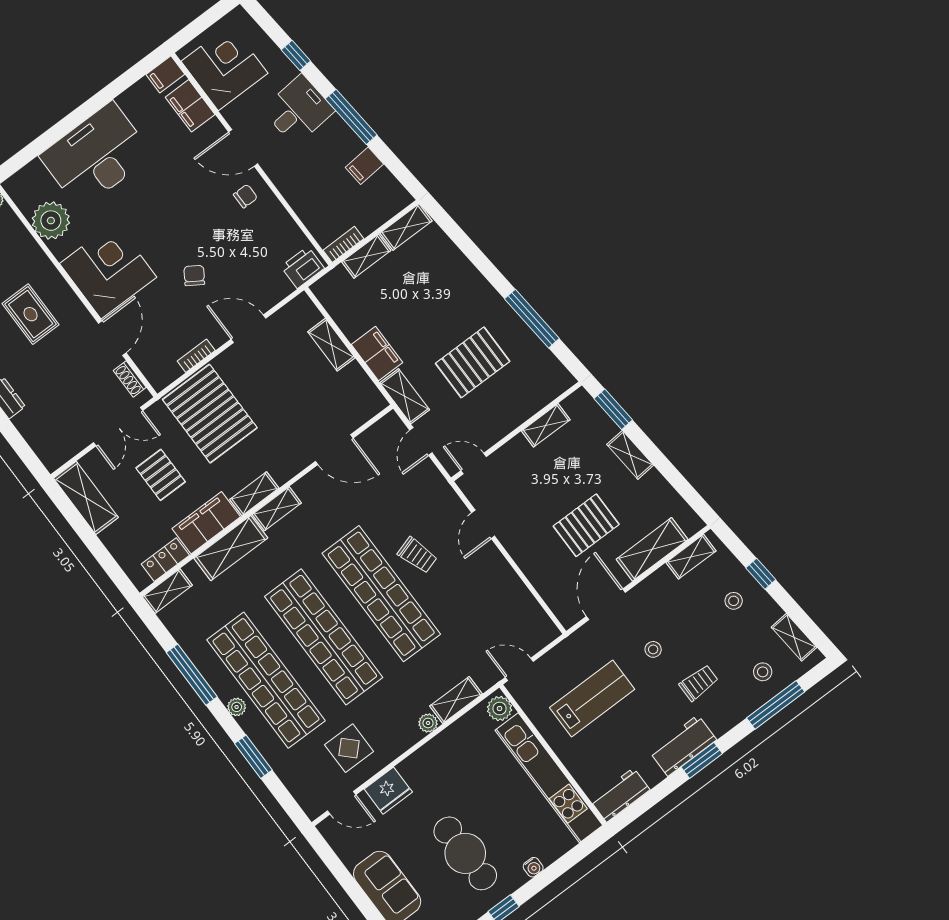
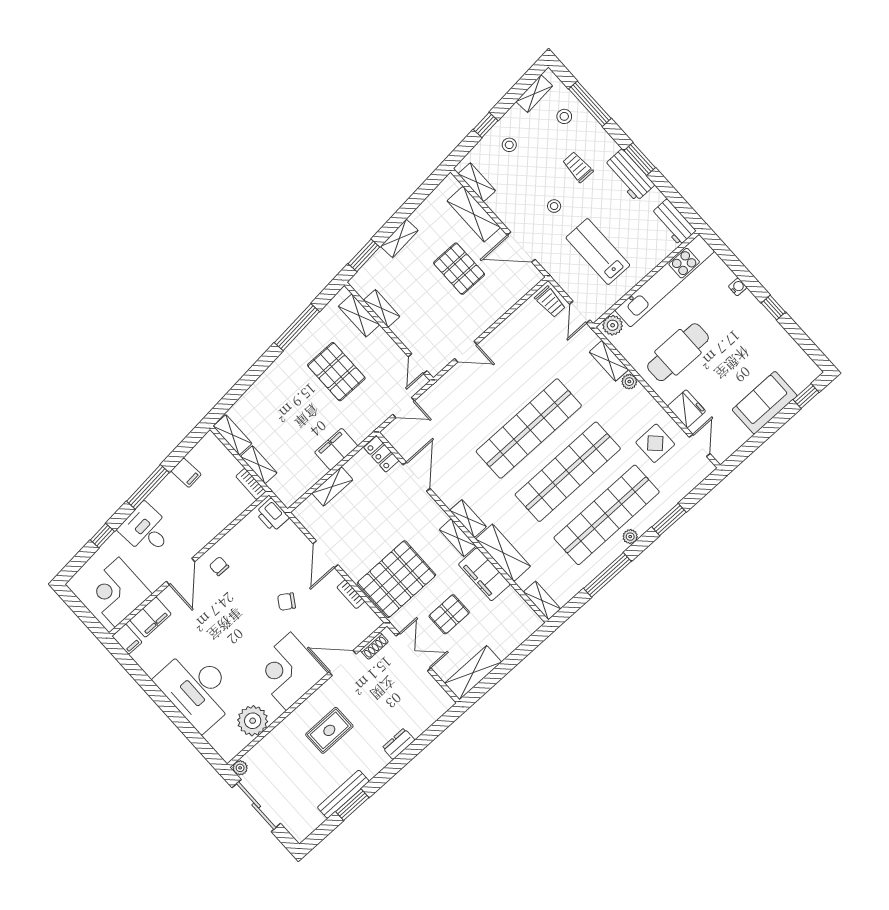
shelving: (405, 396) -> (359, 315), moved, turned 90
trolley: (417, 555) -> (550, 302), moved, turned 107
locker: (165, 560) -> (381, 454), moved
cafe table: (465, 853) -> (678, 352), moved

